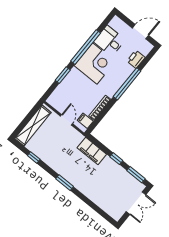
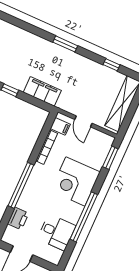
corner desk: (95, 63) -> (75, 181), moved
window: (63, 75) -> (110, 158), moved

